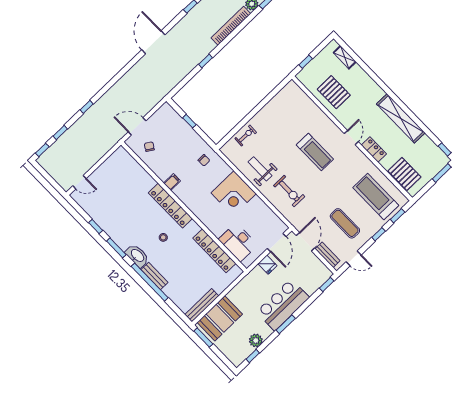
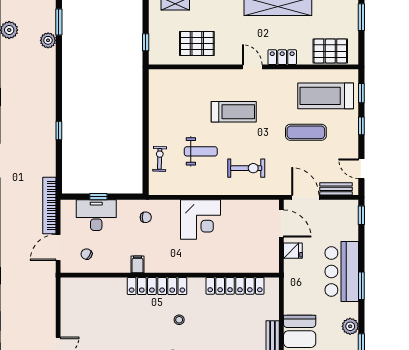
bookcase: (231, 26) -> (49, 206), moved
weight bench: (260, 169) -> (201, 151), moved, turned 180
exercise mat: (345, 223) -> (306, 132), moved
desk: (238, 242) -> (96, 215), moved, turned 180
door: (354, 258) -> (361, 169), swing flipped

